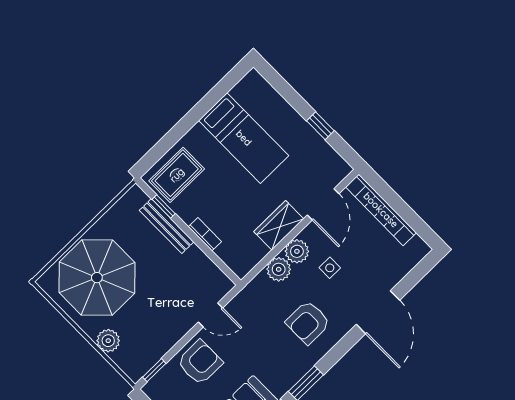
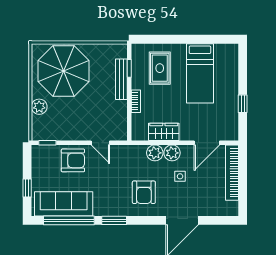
rug: (177, 175) -> (160, 68), moved, turned 90
wardrobe: (279, 225) -> (164, 132), moved
armchair: (308, 322) -> (144, 192), turned -90

